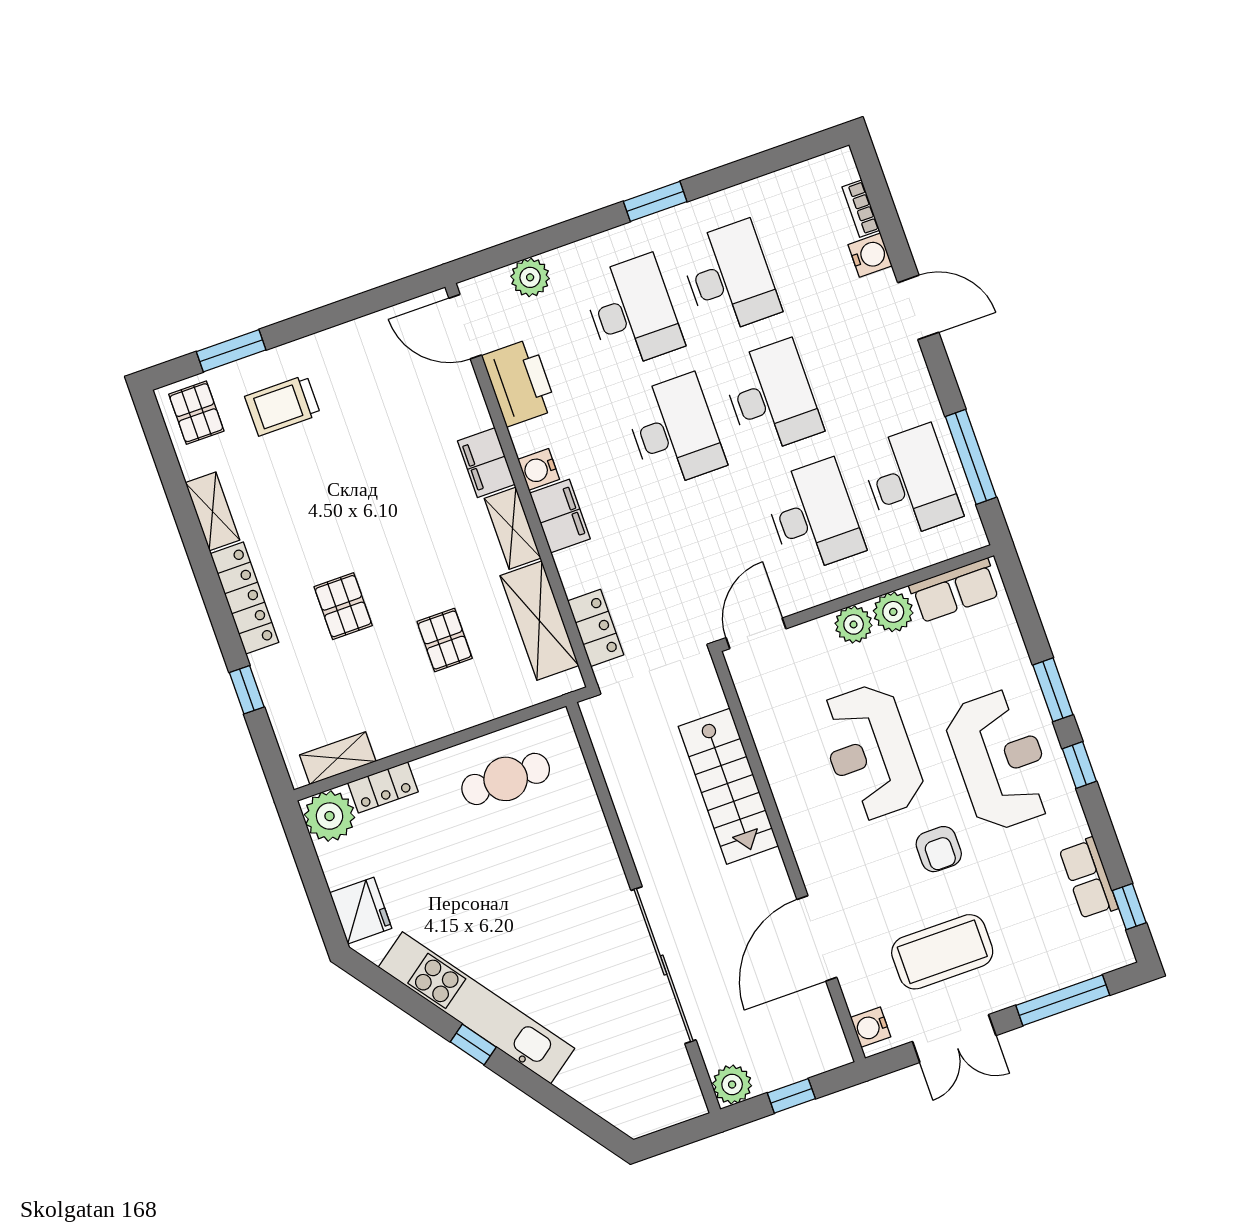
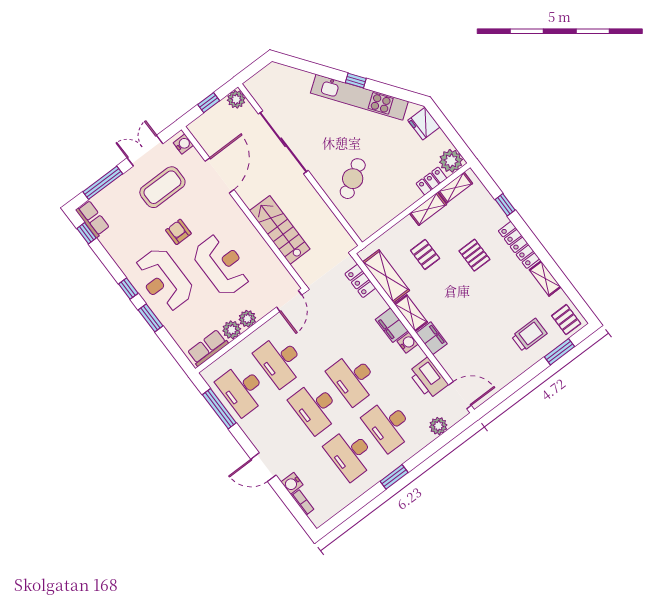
shelving: (409, 732) -> (428, 209), added
cafe table: (506, 779) -> (353, 179), moved, turned -31
row of seats: (1088, 878) -> (92, 219), moved

